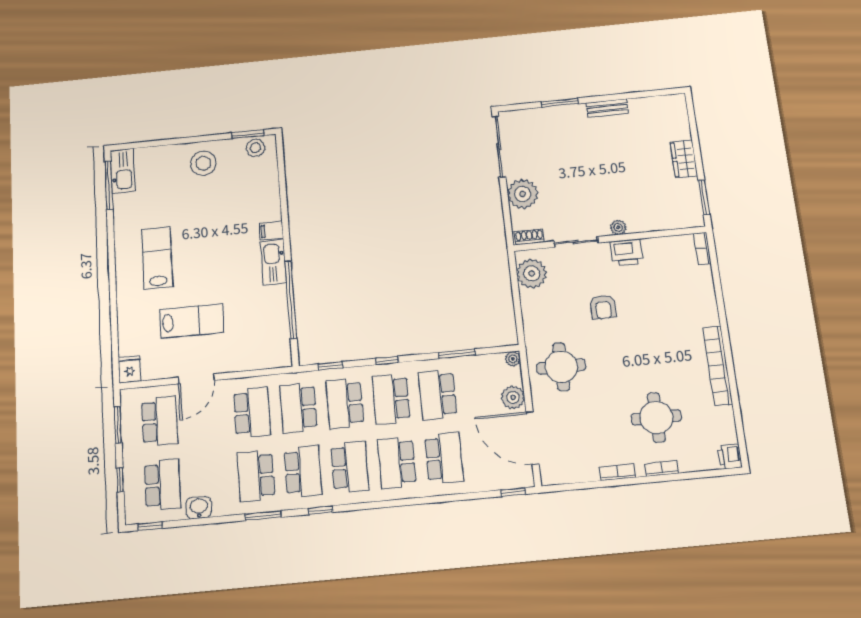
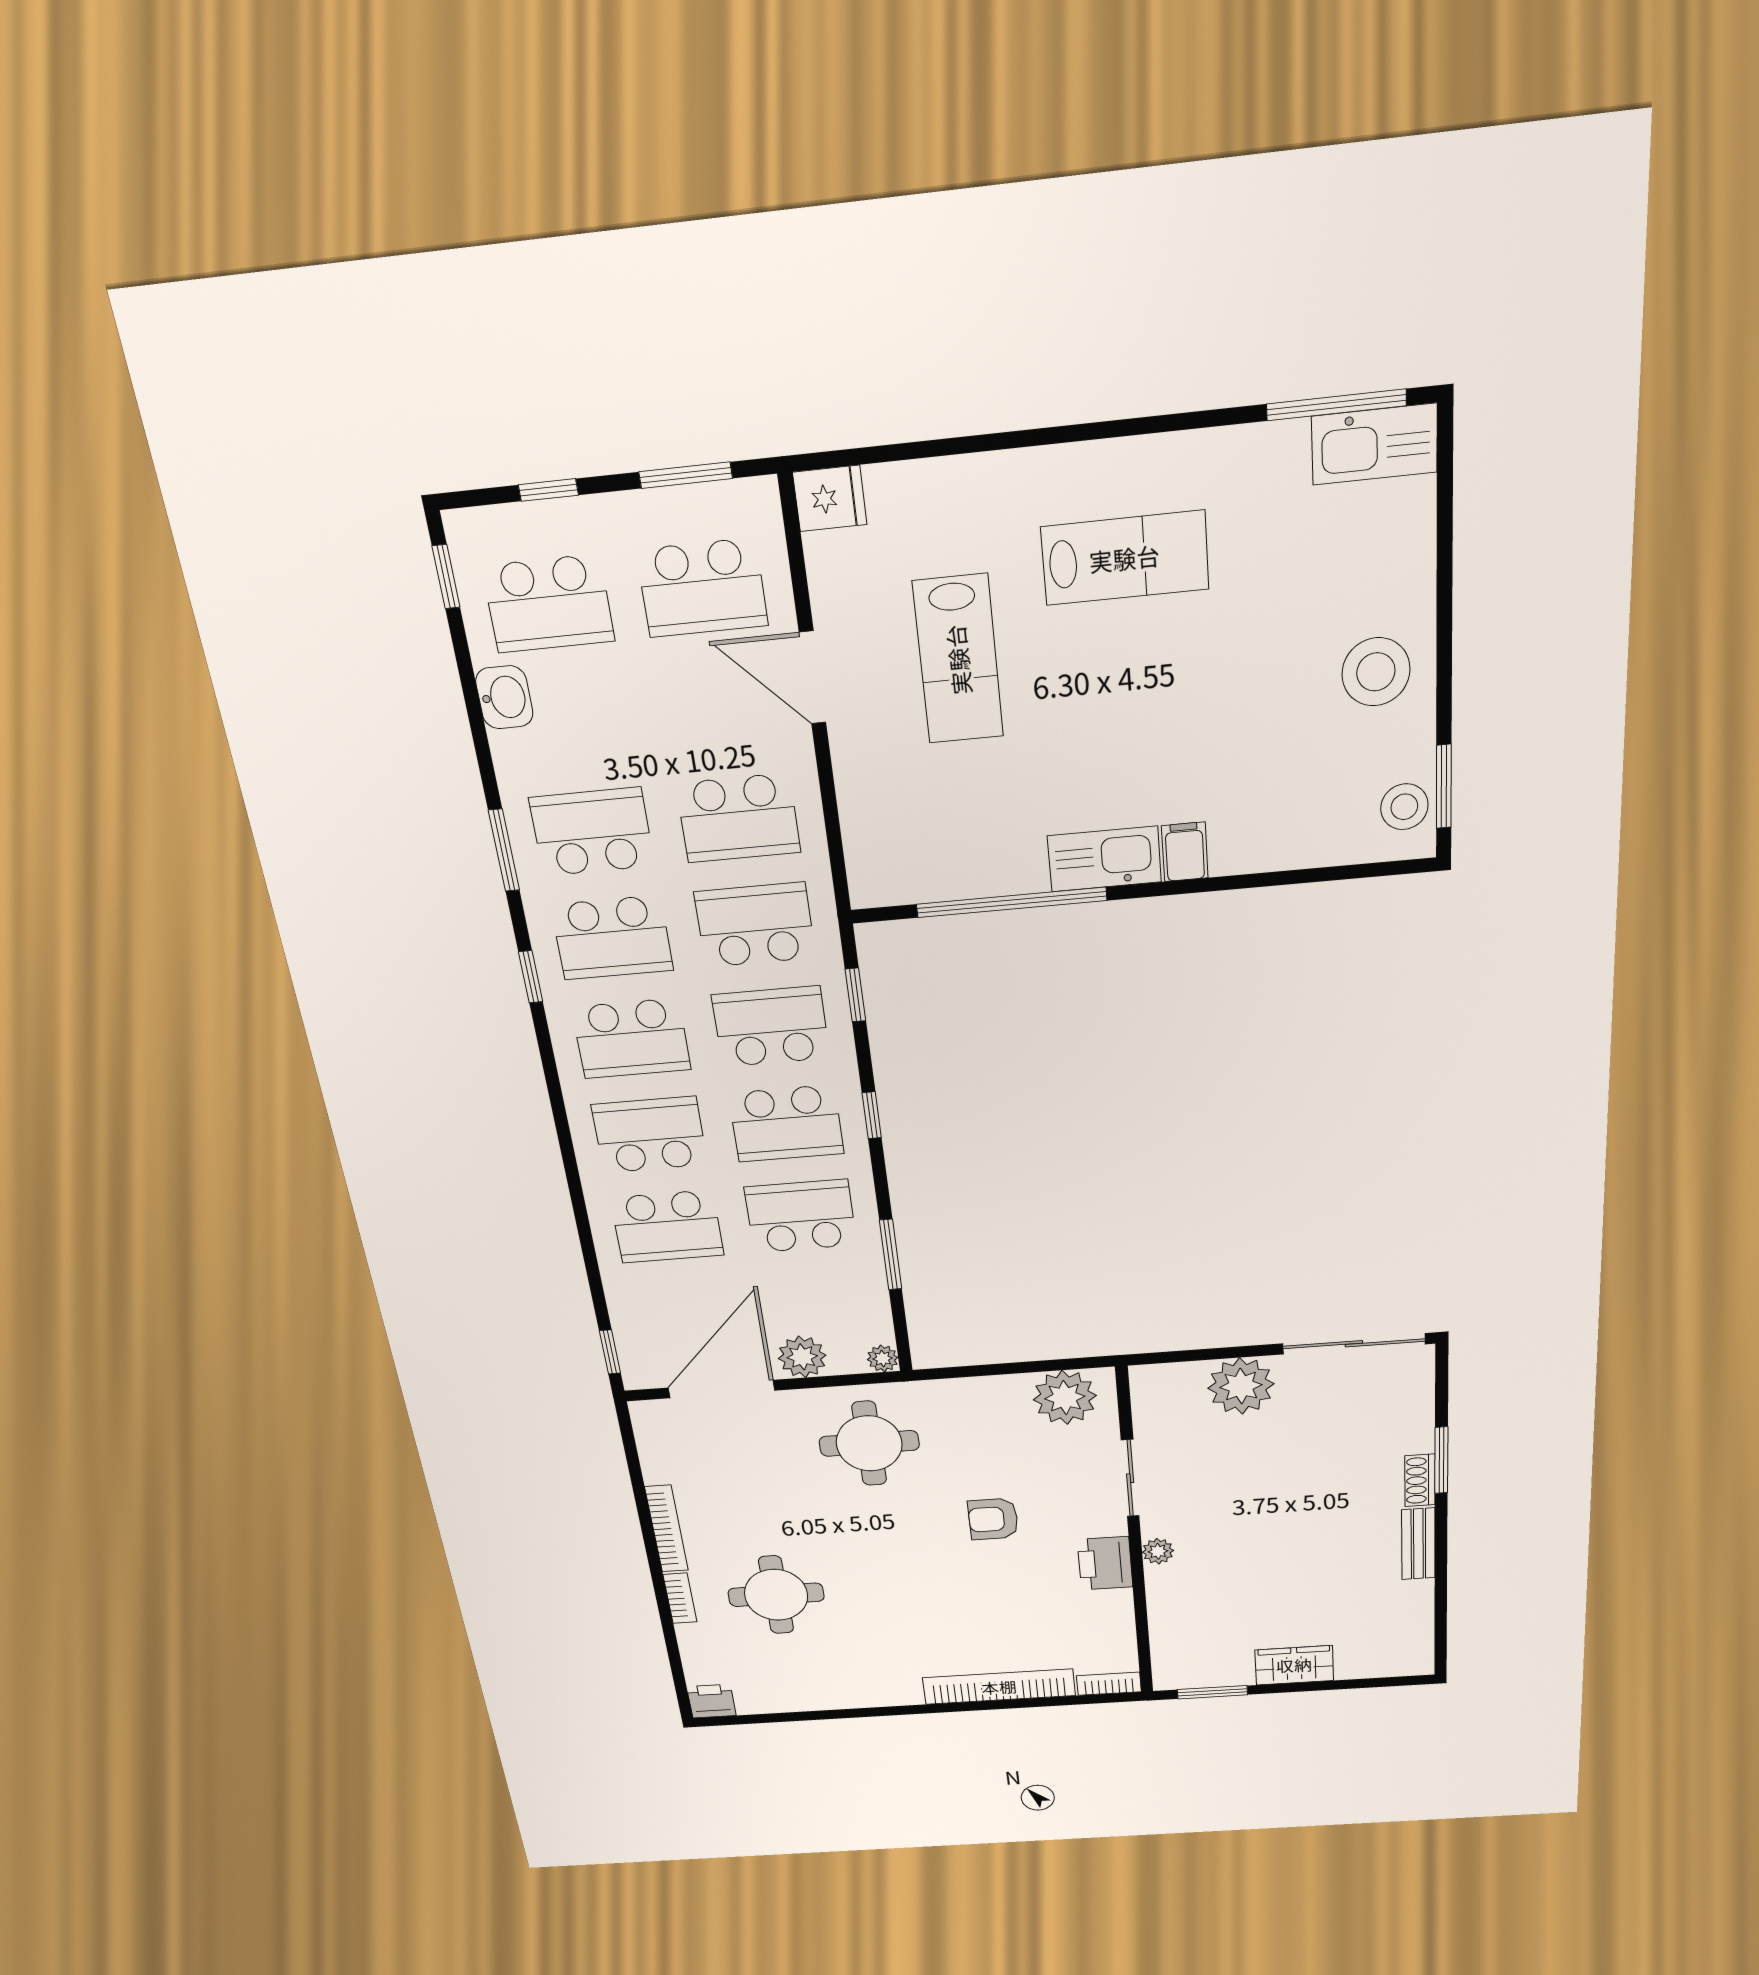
shoe rack: (529, 237) -> (1420, 1480), moved, turned 180
bookcase: (718, 366) -> (999, 1687), moved
school desk: (391, 399) -> (786, 1124), turned 180
bookcase: (617, 472) -> (667, 1529), width x1.56

